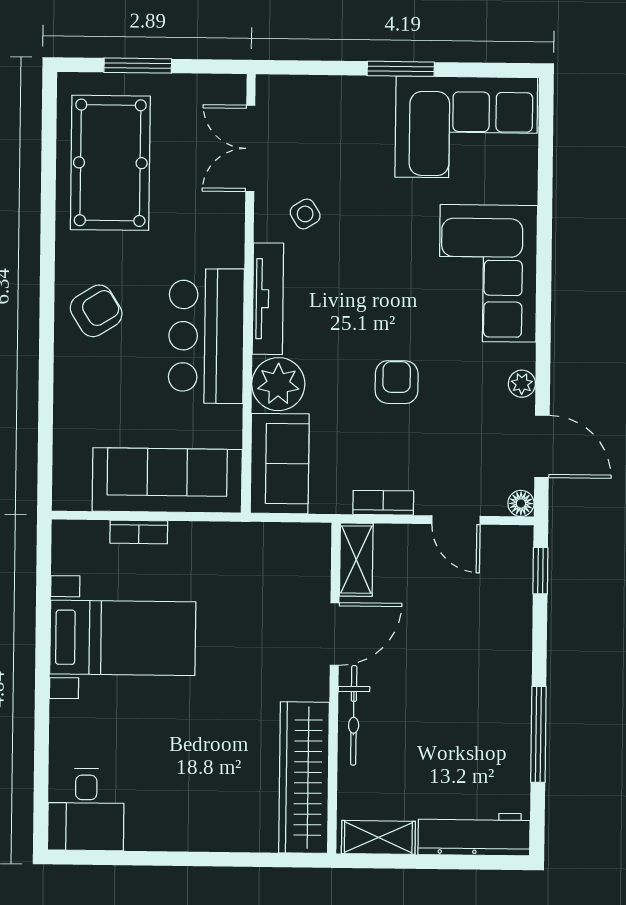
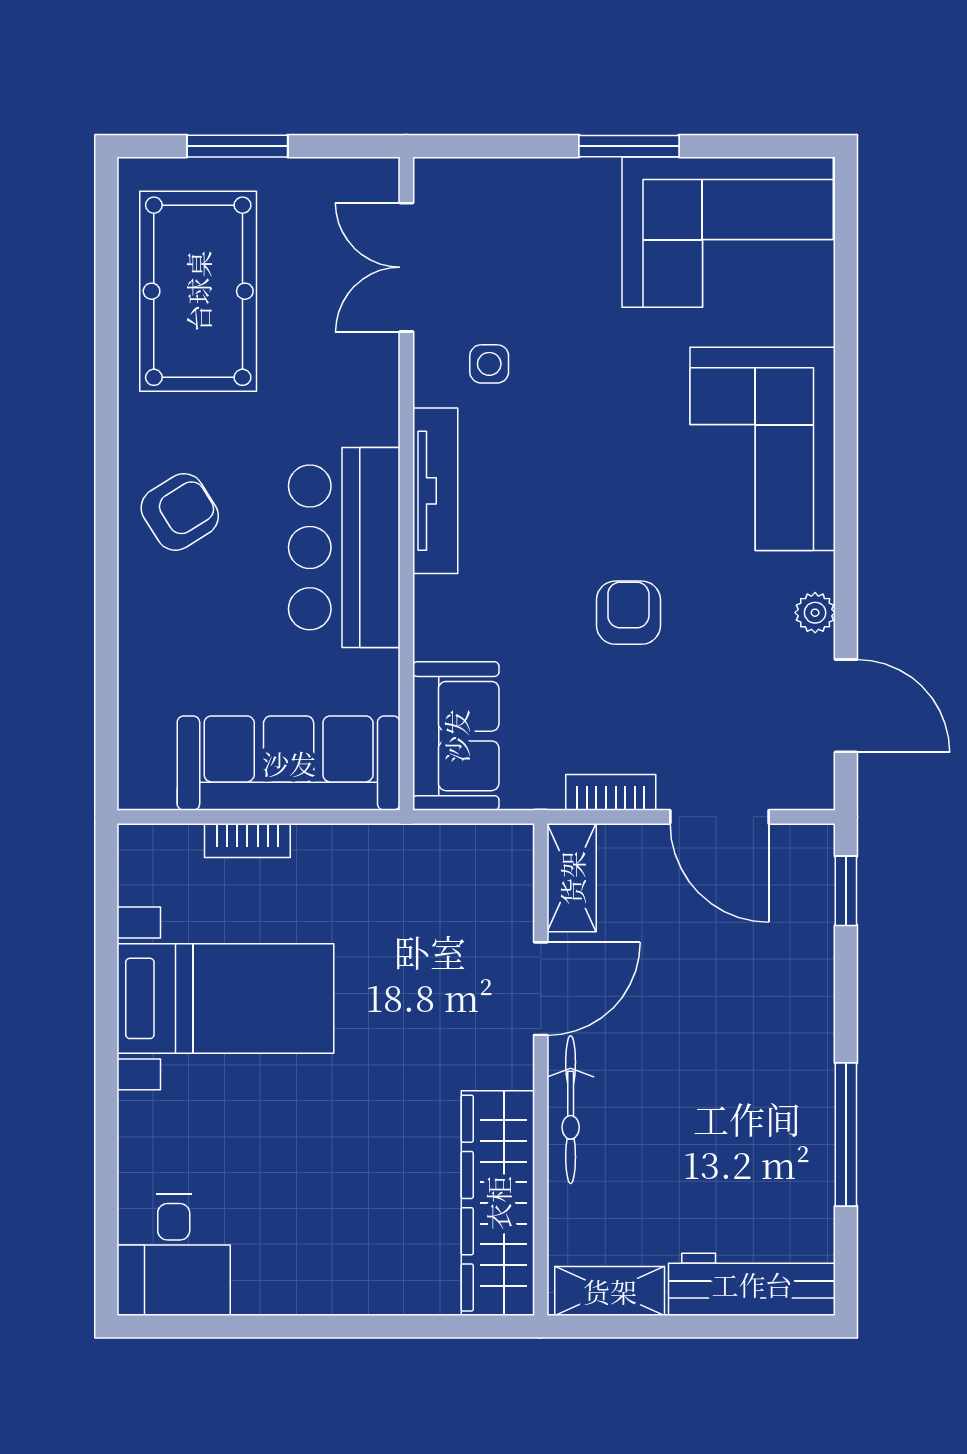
side table: (305, 214) -> (489, 364), turned 32
plant: (278, 384) -> (452, 618), removed
floor lamp: (521, 503) -> (816, 791), removed
door: (456, 520) -> (719, 817), width x1.38

